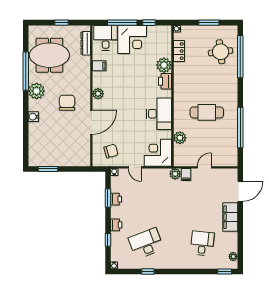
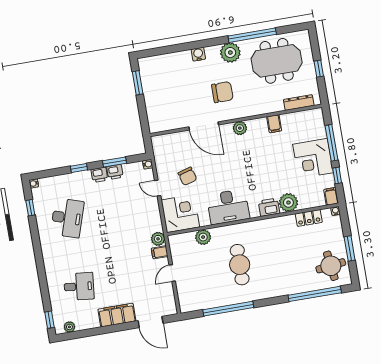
filing cabinet: (165, 30) -> (331, 196), added
desk: (106, 38) -> (310, 126), removed
round table: (221, 52) -> (331, 266), moved
meeting table: (49, 55) -> (277, 61), turned 90
chair: (111, 151) -> (187, 176), moved
door: (135, 167) -> (158, 188), hinge flipped
door: (204, 167) -> (172, 273), swing flipped
printer: (116, 225) -> (99, 175), moved
window: (108, 240) -> (79, 168), moved
desk: (146, 243) -> (67, 218), turned 39
window: (148, 271) -> (30, 208), moved

